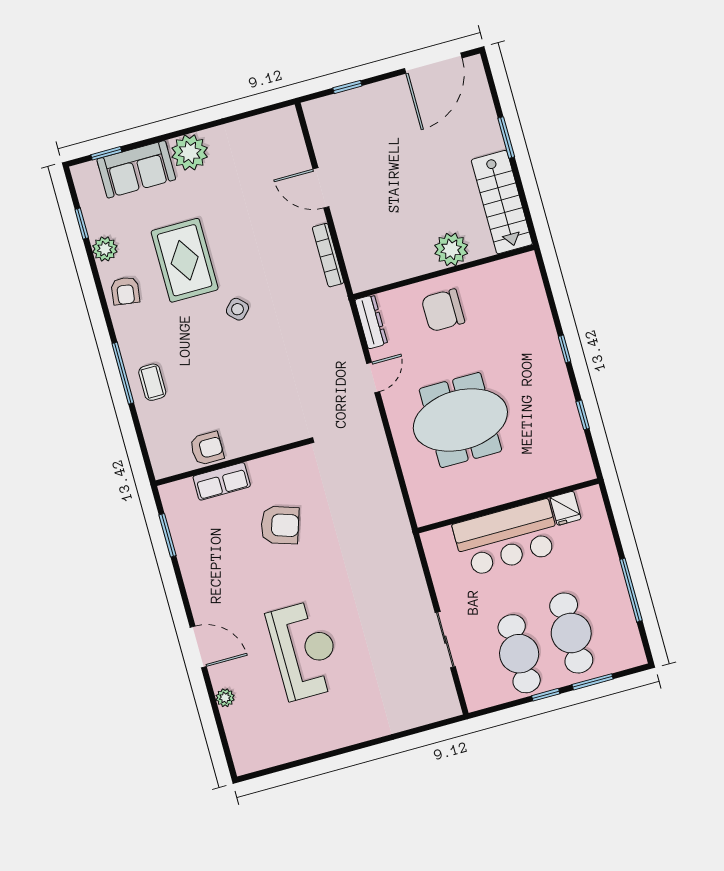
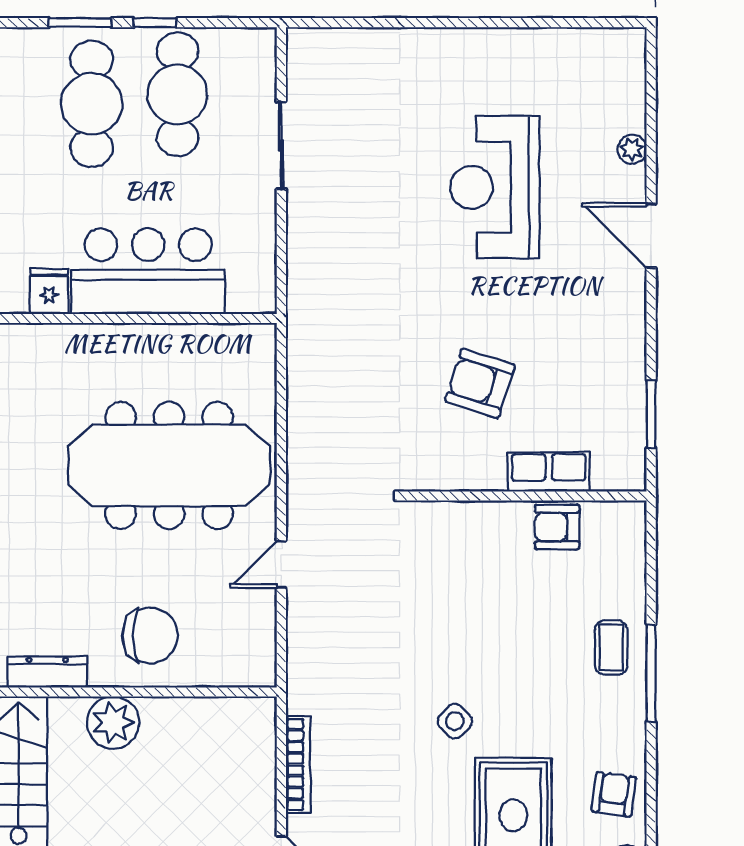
dresser: (371, 322) -> (47, 672), moved, turned 90
meeting table: (460, 420) -> (169, 465), width x1.36

